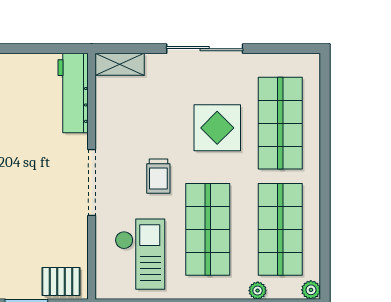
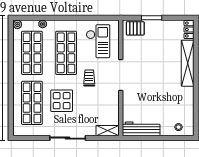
workbench: (73, 93) -> (141, 129), moved, turned -90
checkout: (140, 254) -> (98, 41), turned 180

